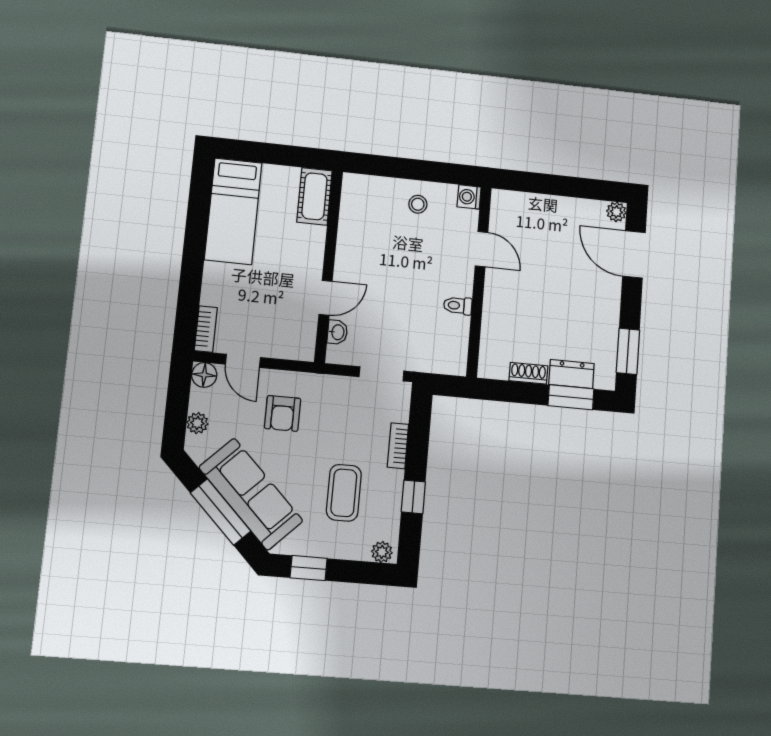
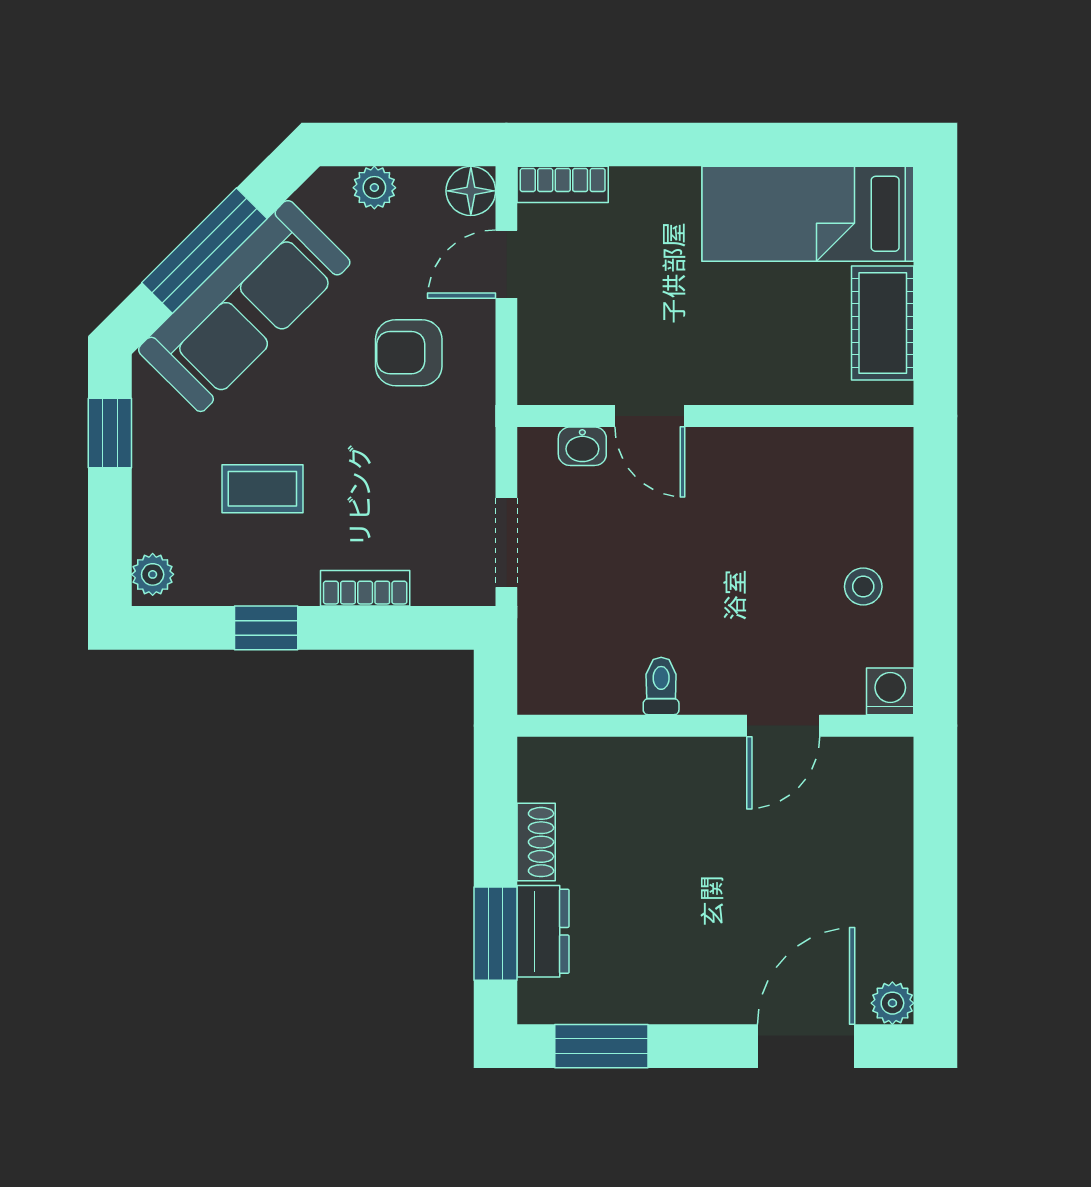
cot: (314, 196) -> (883, 323), moved, turned 90
coffee table: (344, 493) -> (262, 489), width x0.73, depth x0.77

